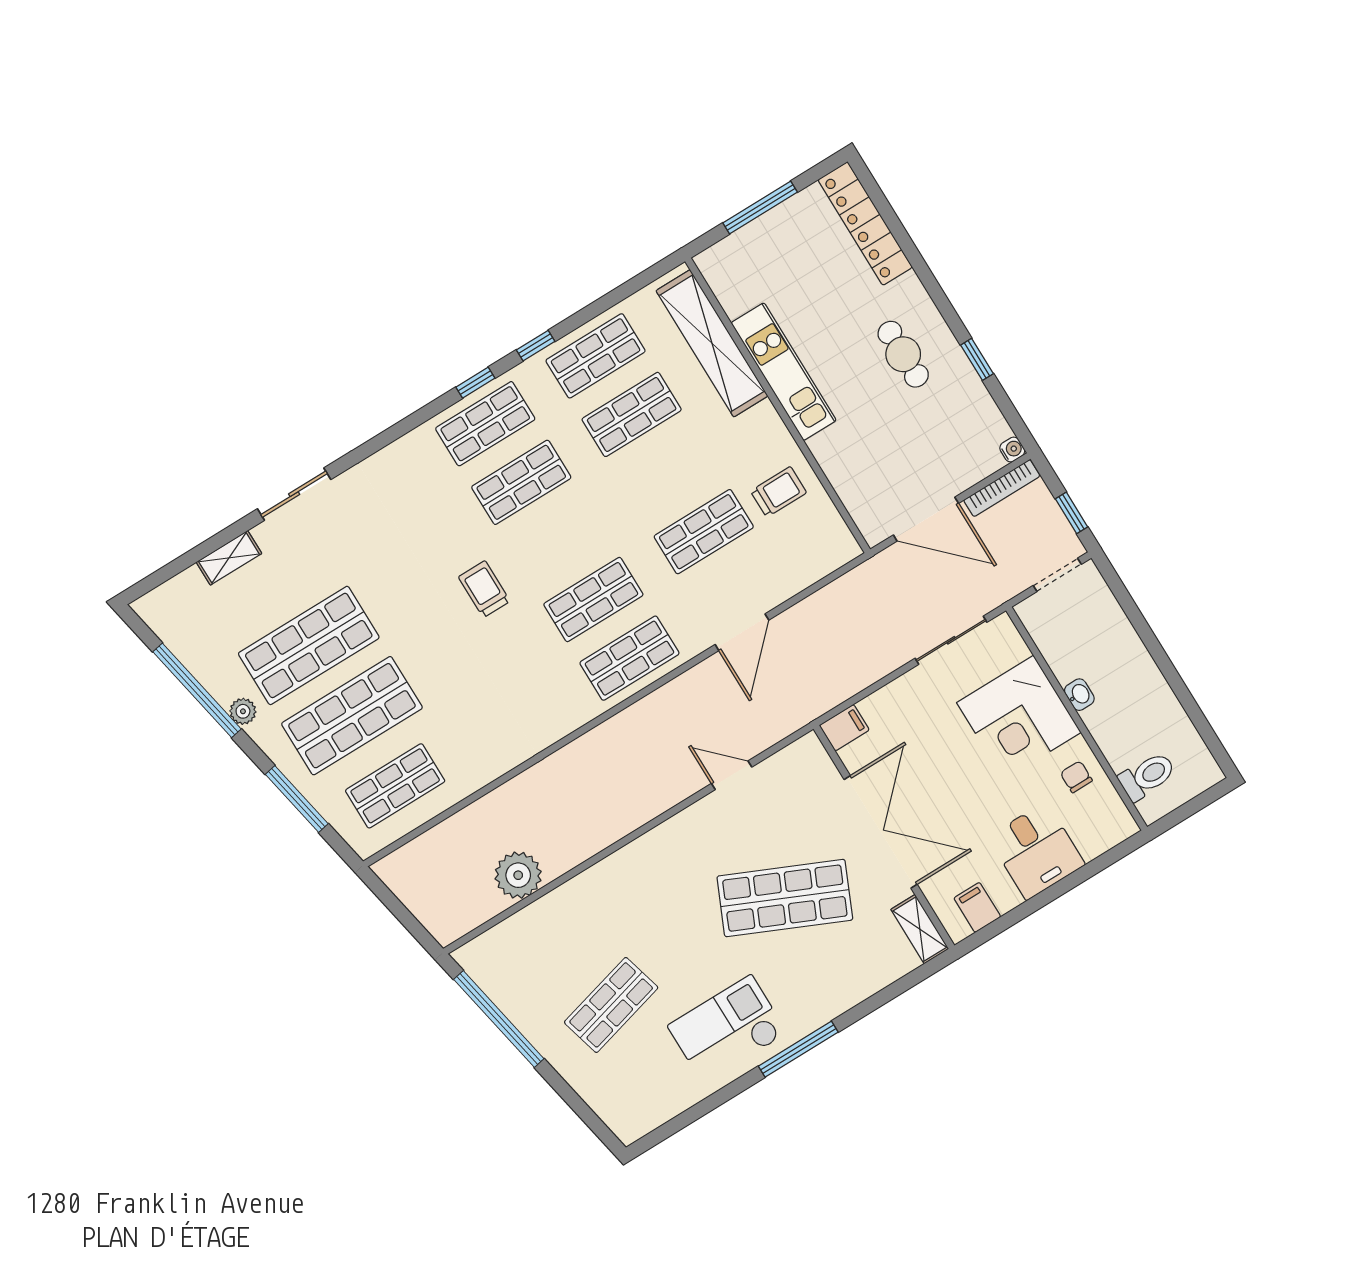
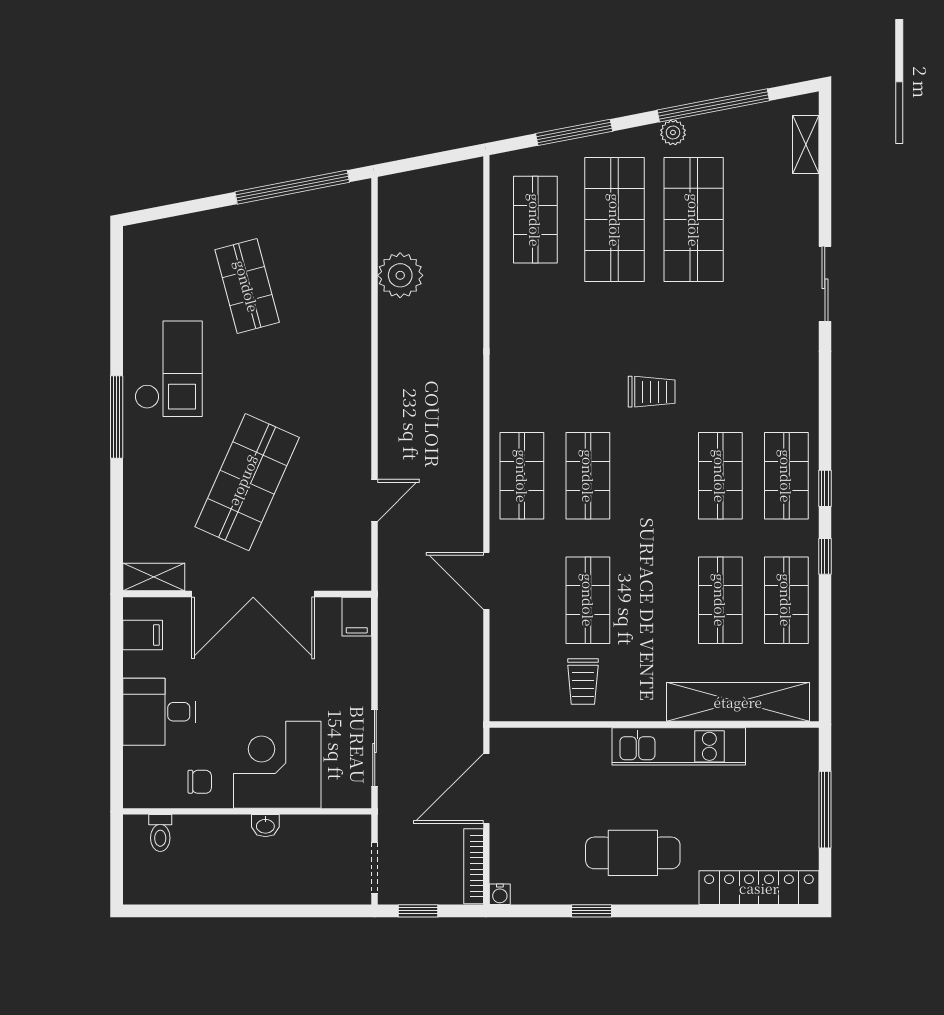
cafe table: (903, 354) -> (633, 853), width x1.37, depth x1.35
shelving: (229, 558) -> (806, 144), moved
toilet: (1147, 776) -> (160, 833), width x0.73, depth x0.72

